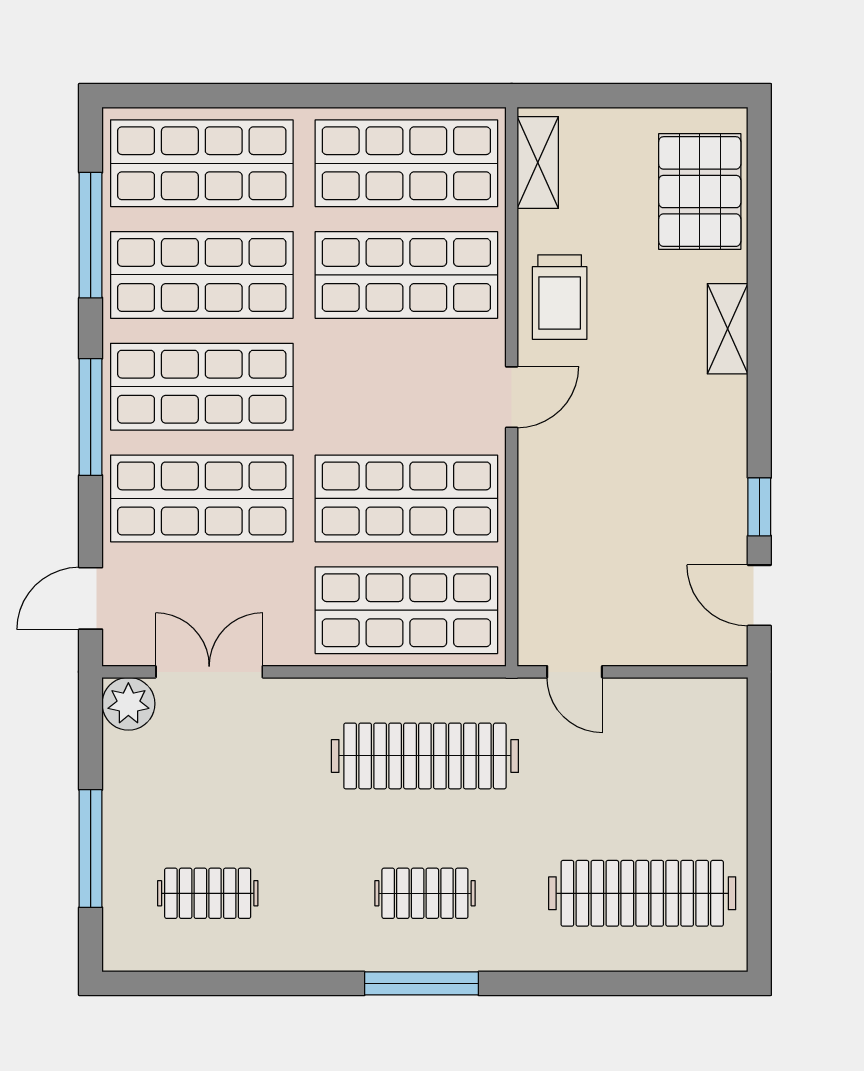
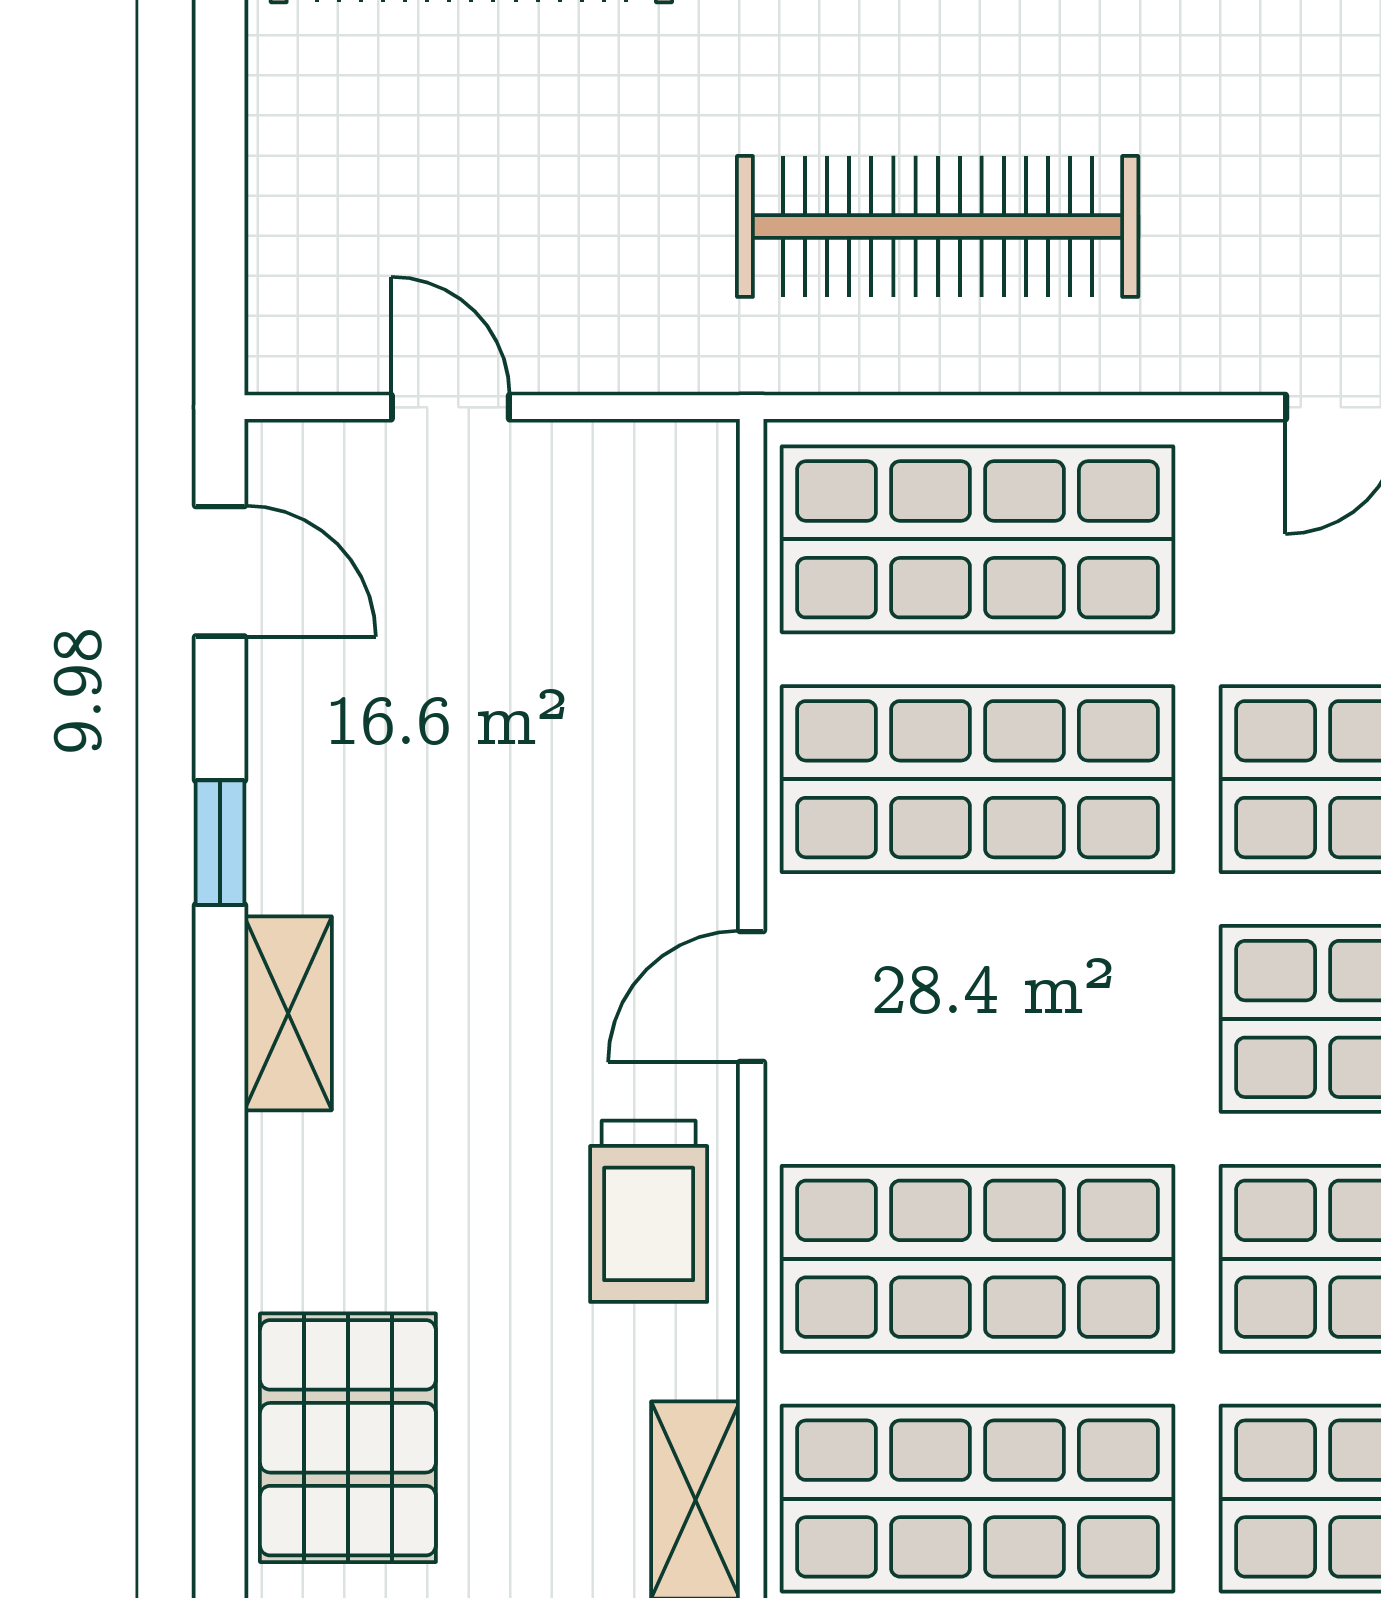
trolley: (560, 297) -> (649, 1211), turned 180
shelving: (728, 329) -> (288, 1013), moved
window: (759, 507) -> (220, 843), moved
door: (575, 672) -> (450, 407), moved

